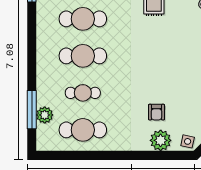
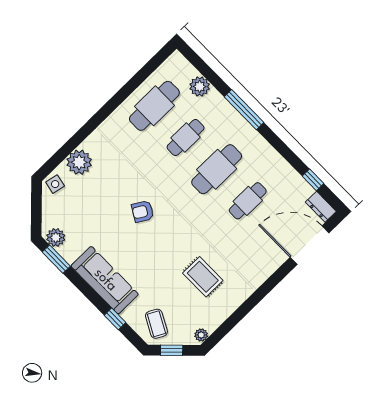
cafe table: (83, 19) -> (248, 201), width x0.73, depth x0.74
window: (32, 110) -> (244, 110), moved
armchair: (156, 112) -> (143, 211), moved, turned -59

